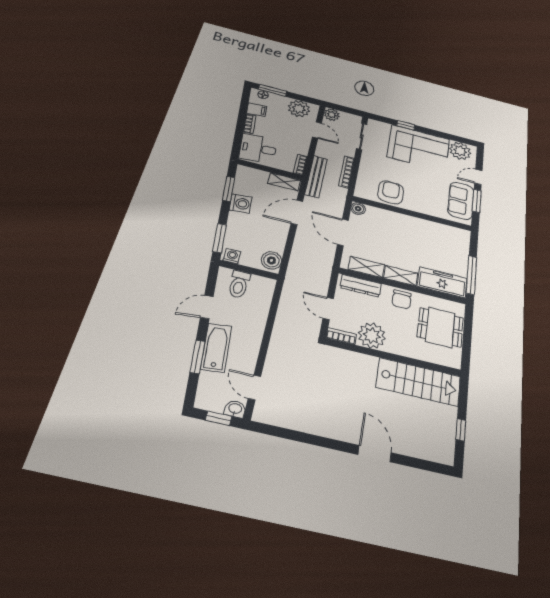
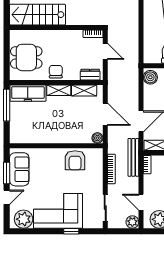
dresser: (361, 286) -> (90, 75), width x0.70
plant: (372, 336) -> (73, 39), removed

